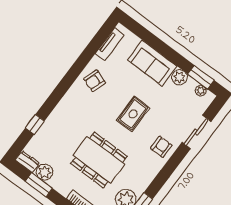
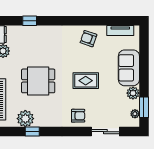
dining table: (99, 160) -> (38, 81), width x0.73

